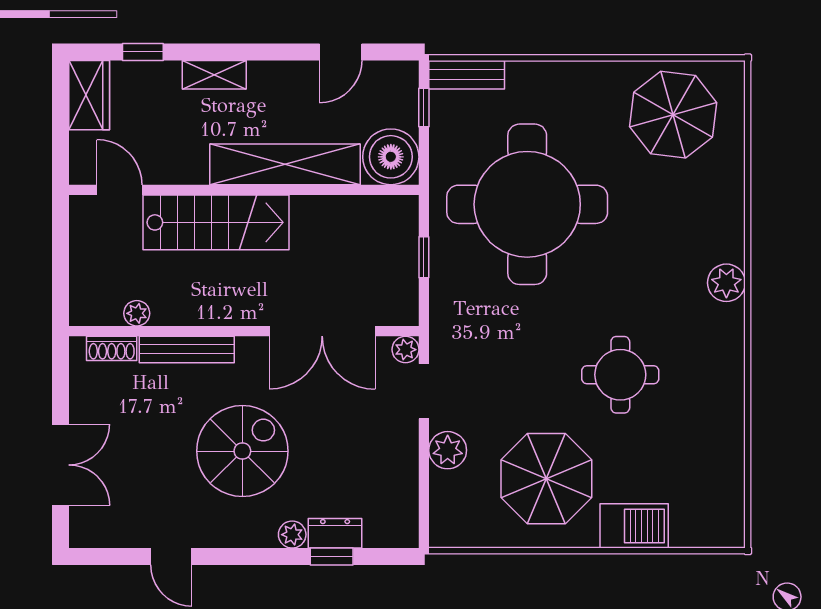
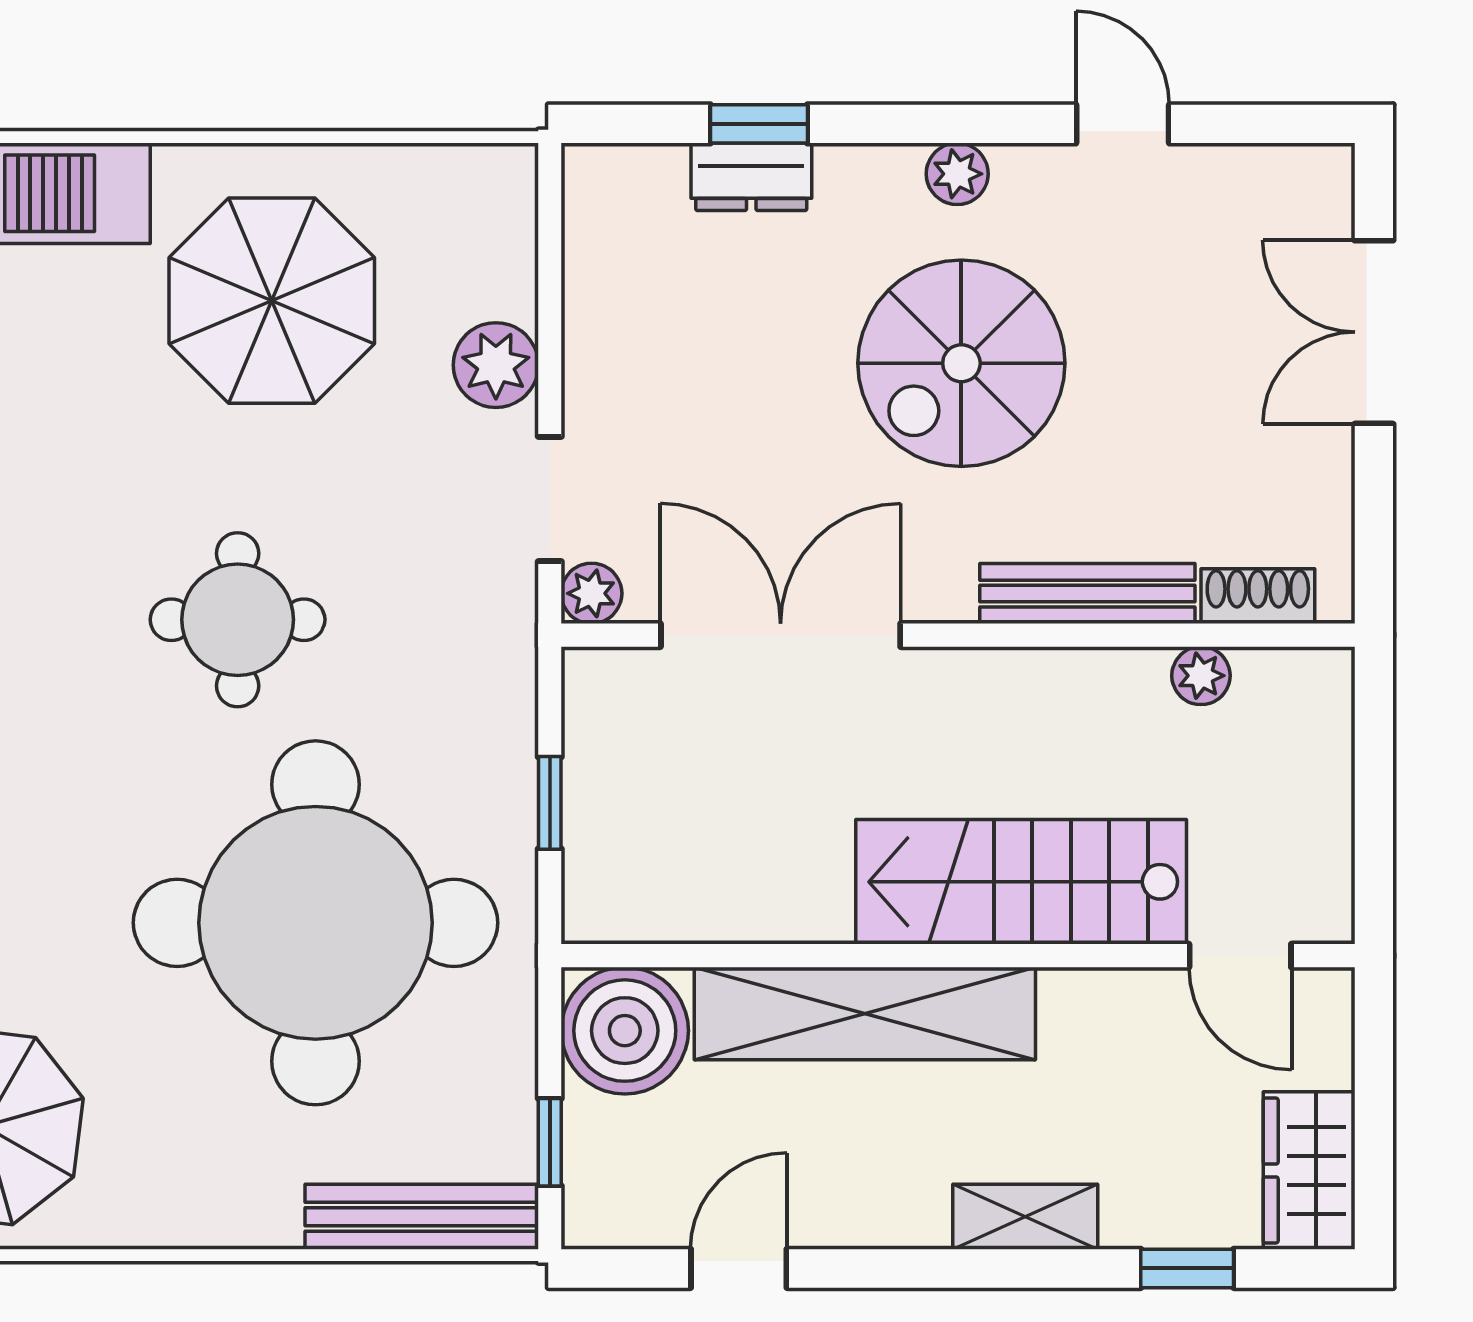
bench: (467, 75) -> (422, 1217), width x1.36
round table: (620, 375) -> (238, 620), moved
plant: (292, 535) -> (957, 174), moved

